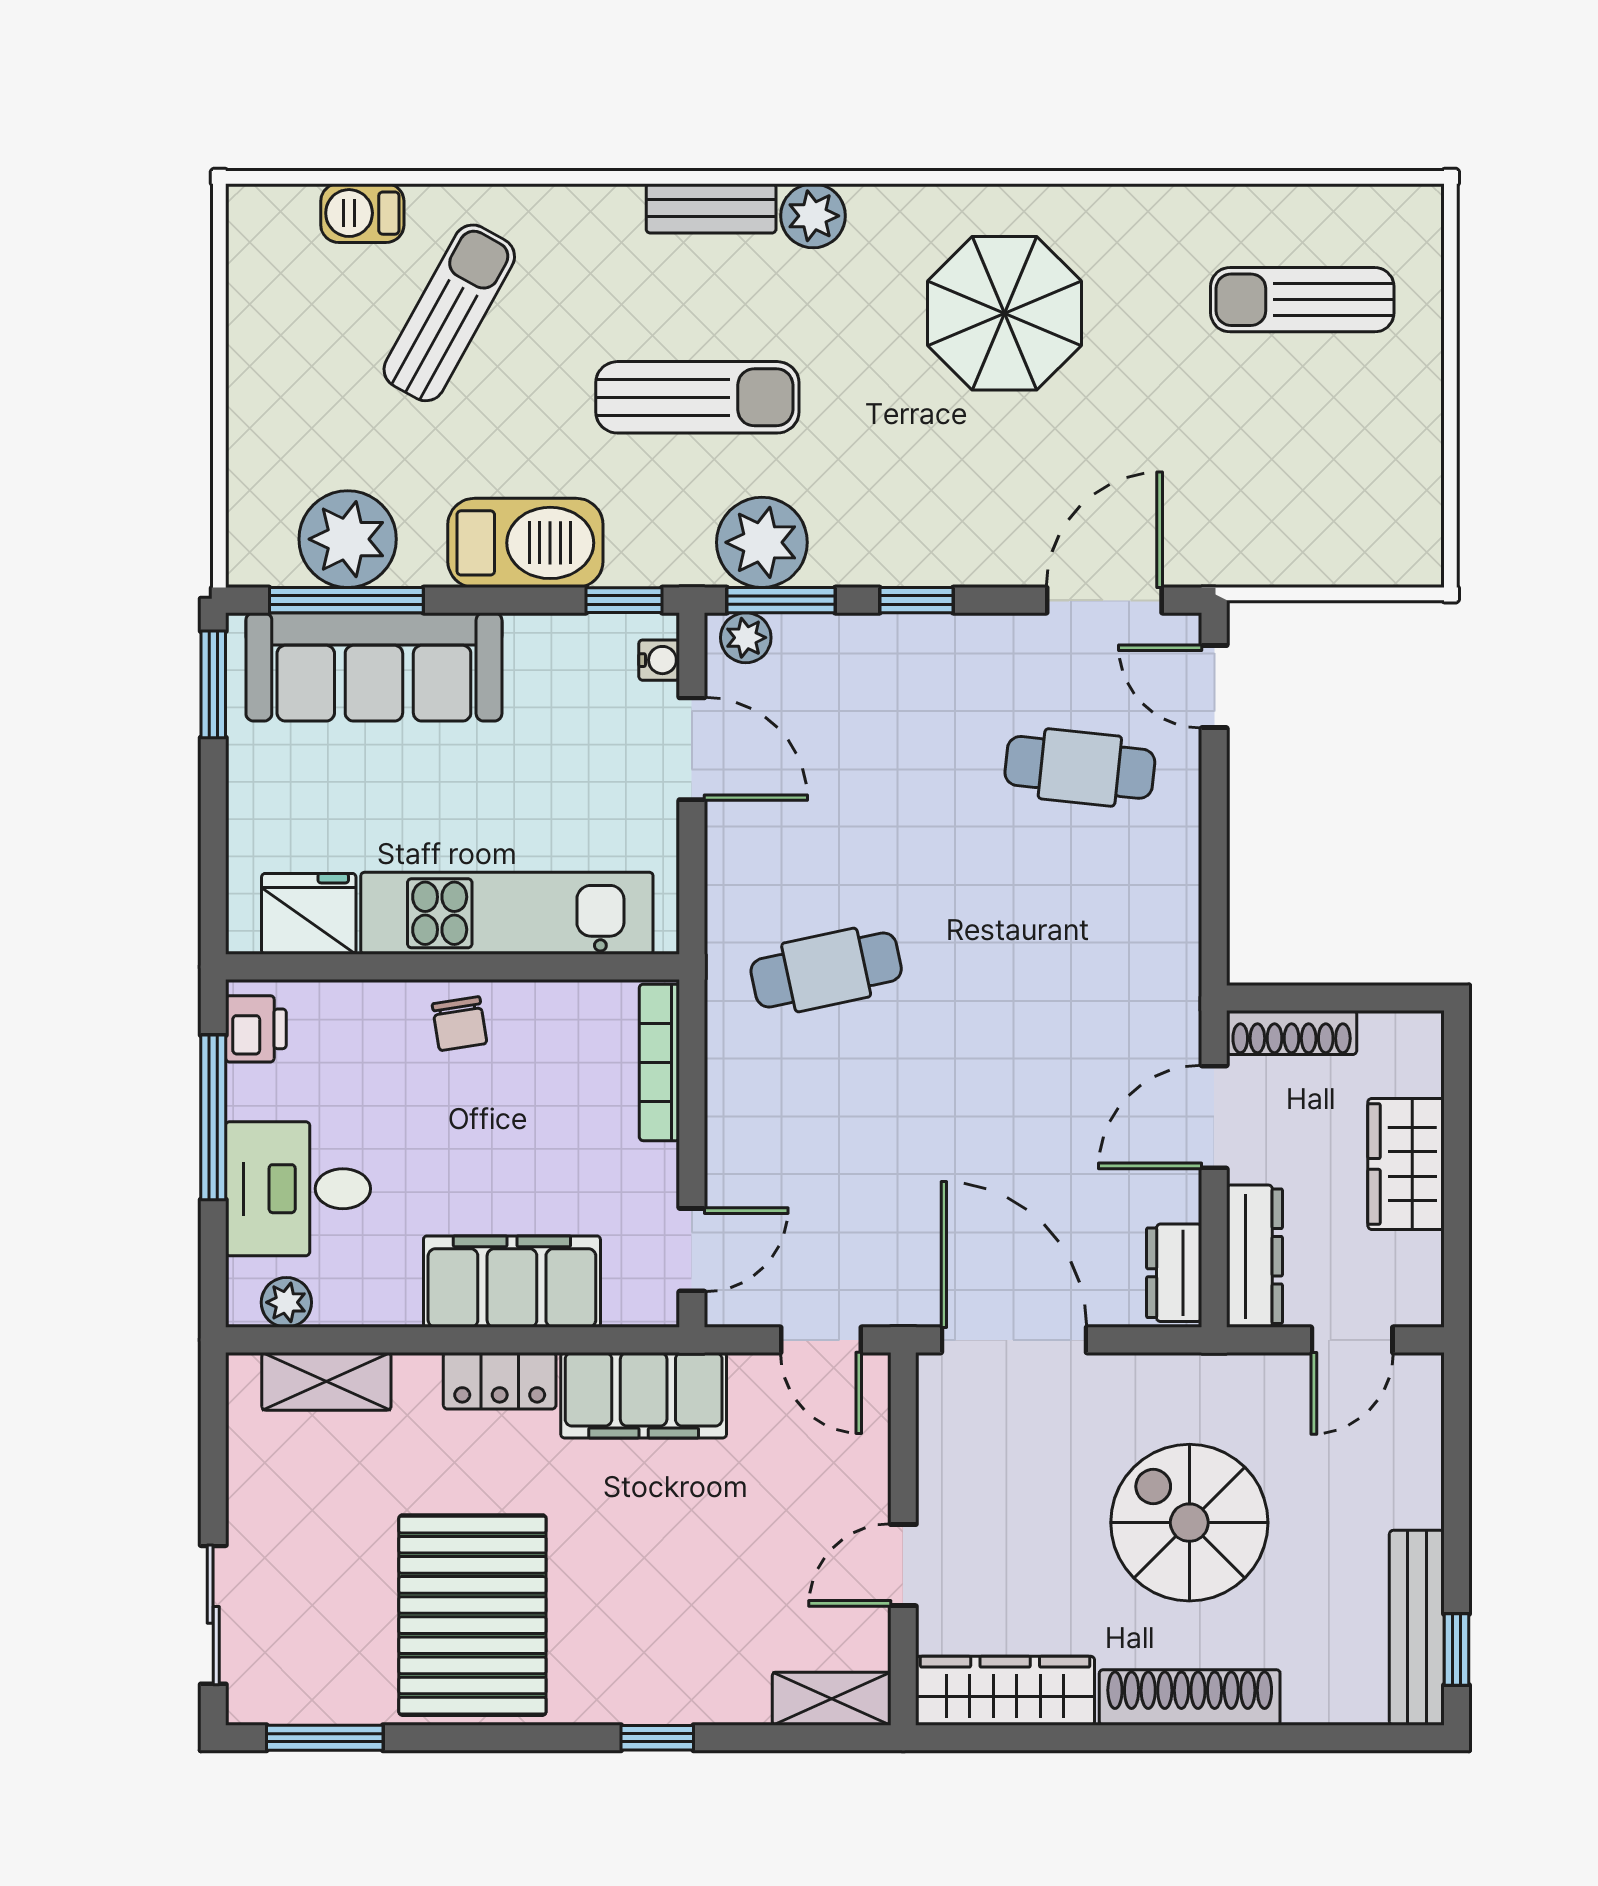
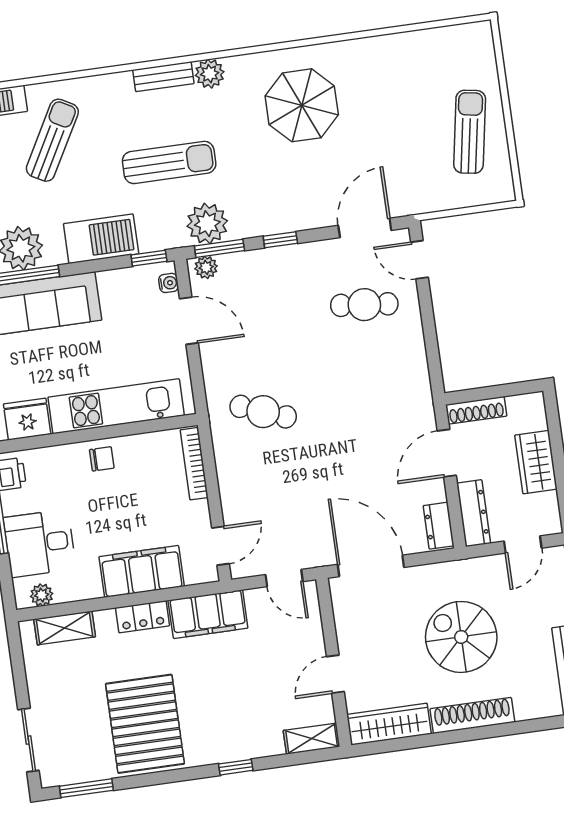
sun lounger: (1302, 300) -> (470, 132), moved, turned 100
cafe table: (826, 970) -> (263, 412), turned 33
chair: (460, 1024) -> (102, 459), turned -81

